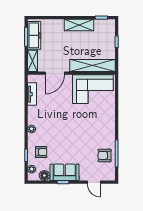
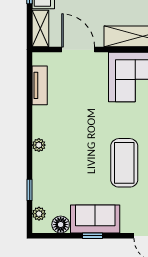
door: (55, 73) -> (78, 50), swing flipped
coffee table: (82, 139) -> (124, 163), added
armchair: (41, 152) -> (55, 184), removed

